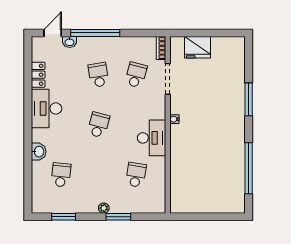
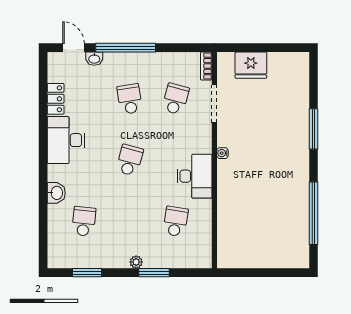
door: (53, 33) -> (74, 48), hinge flipped

